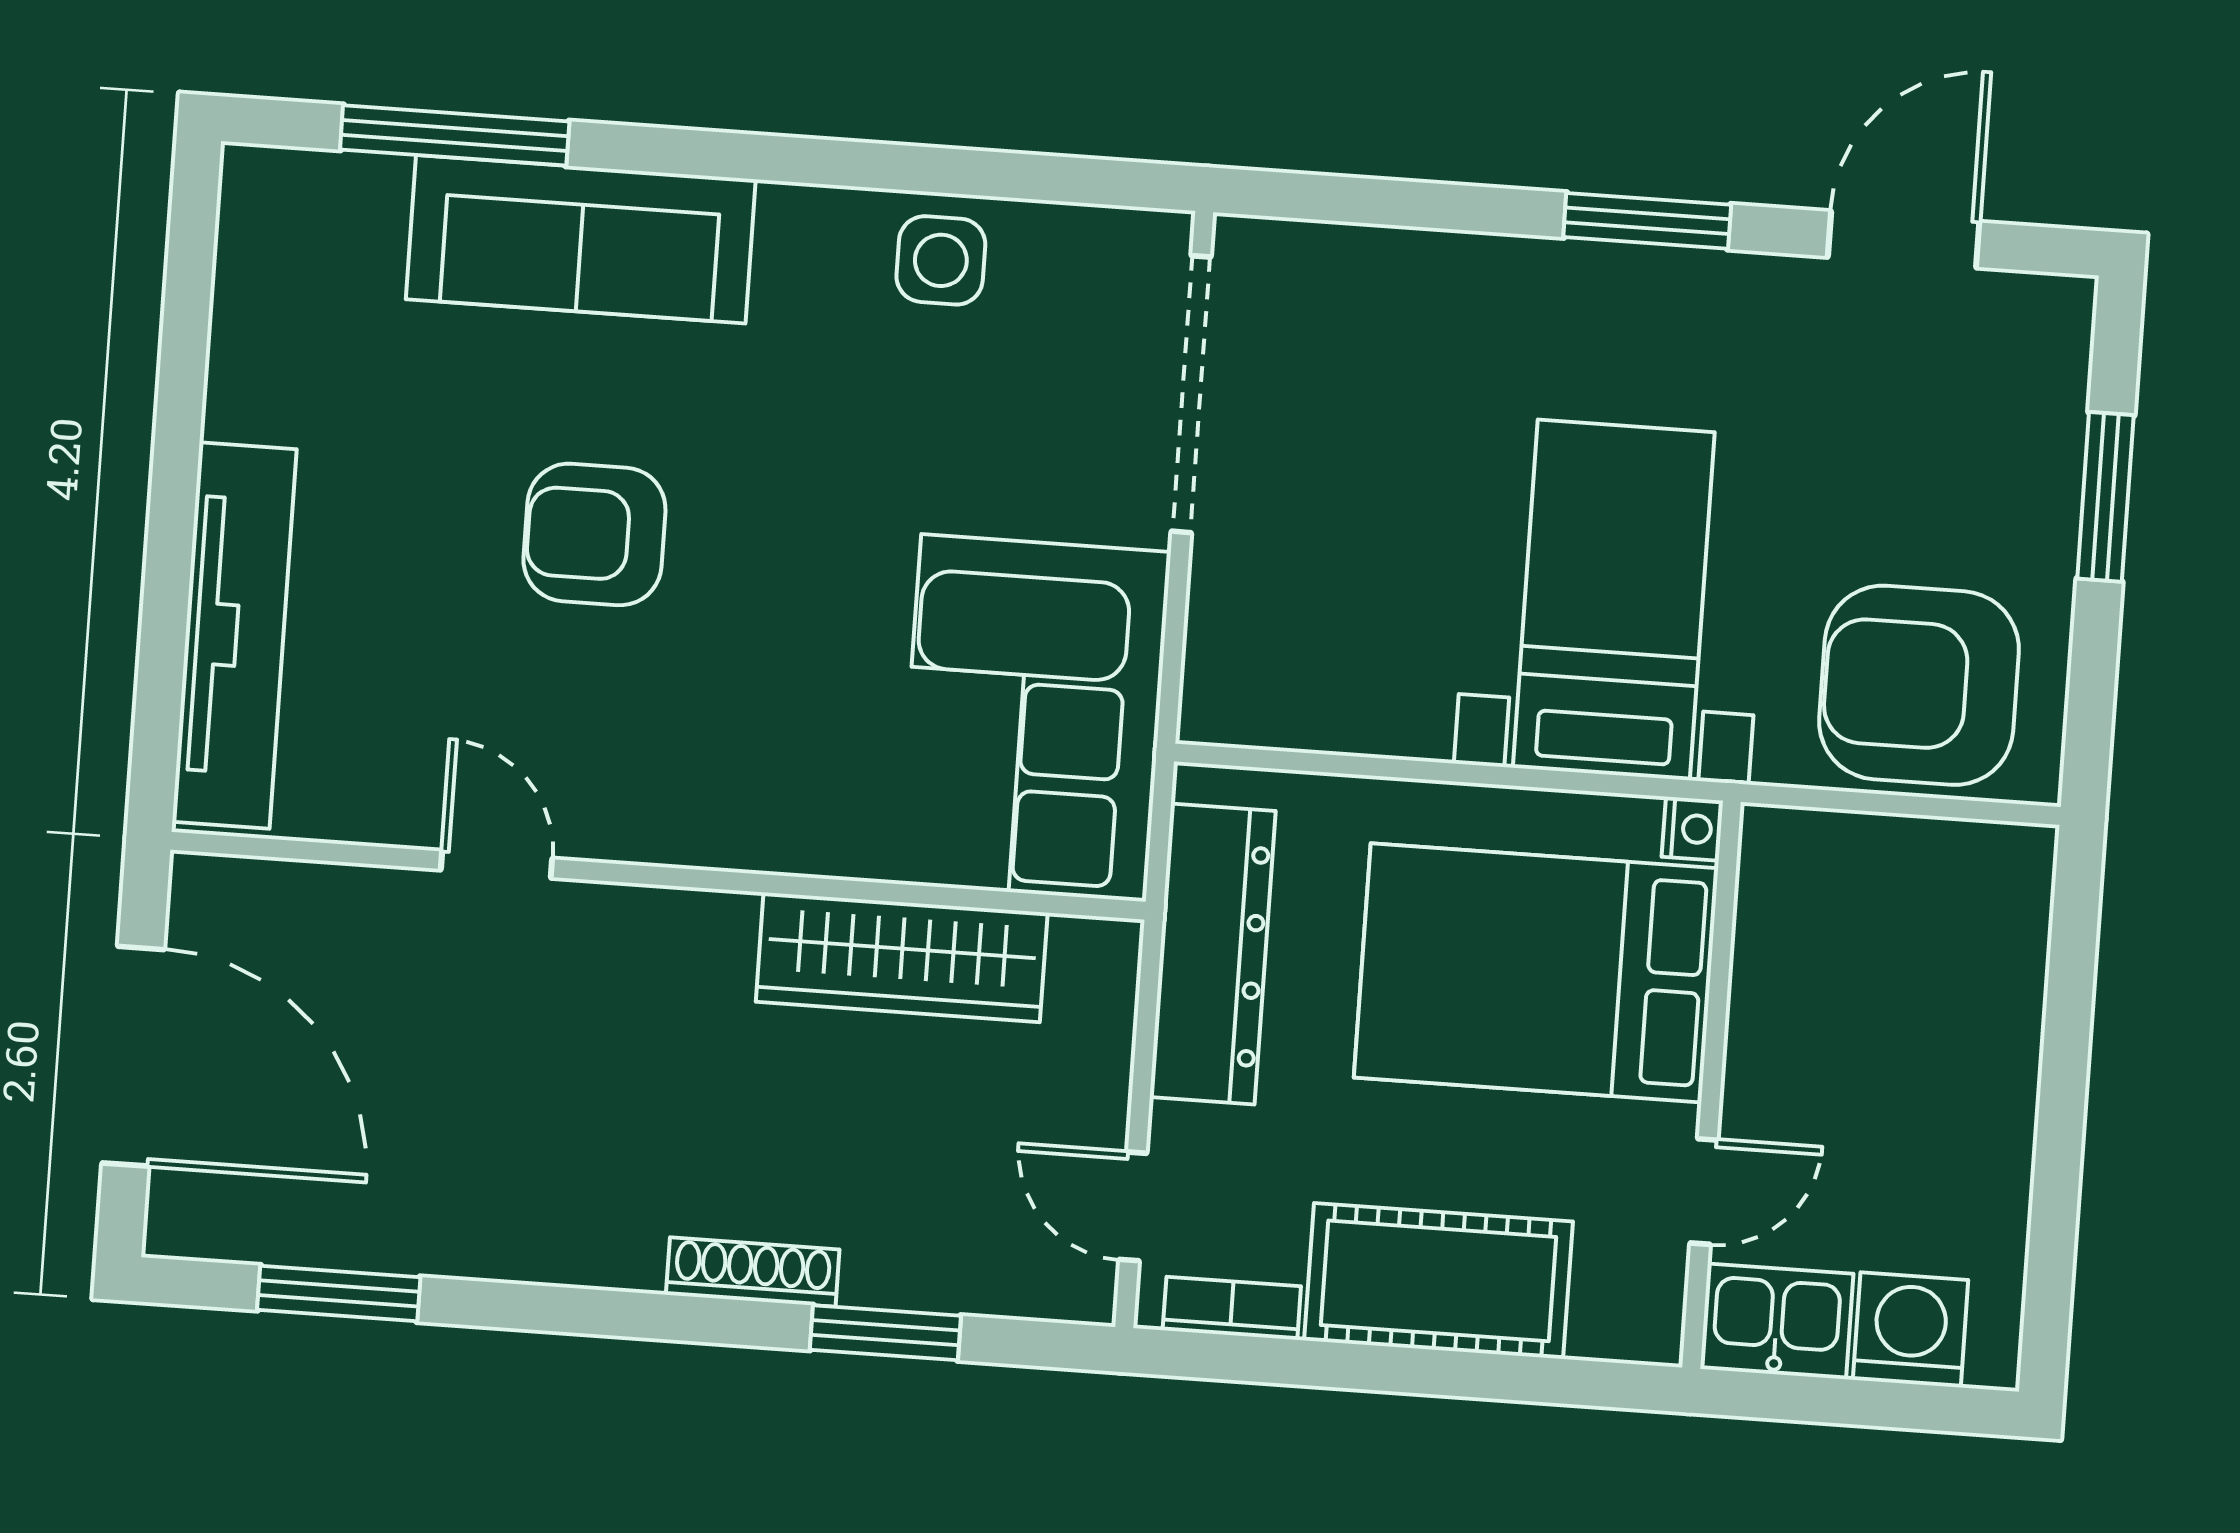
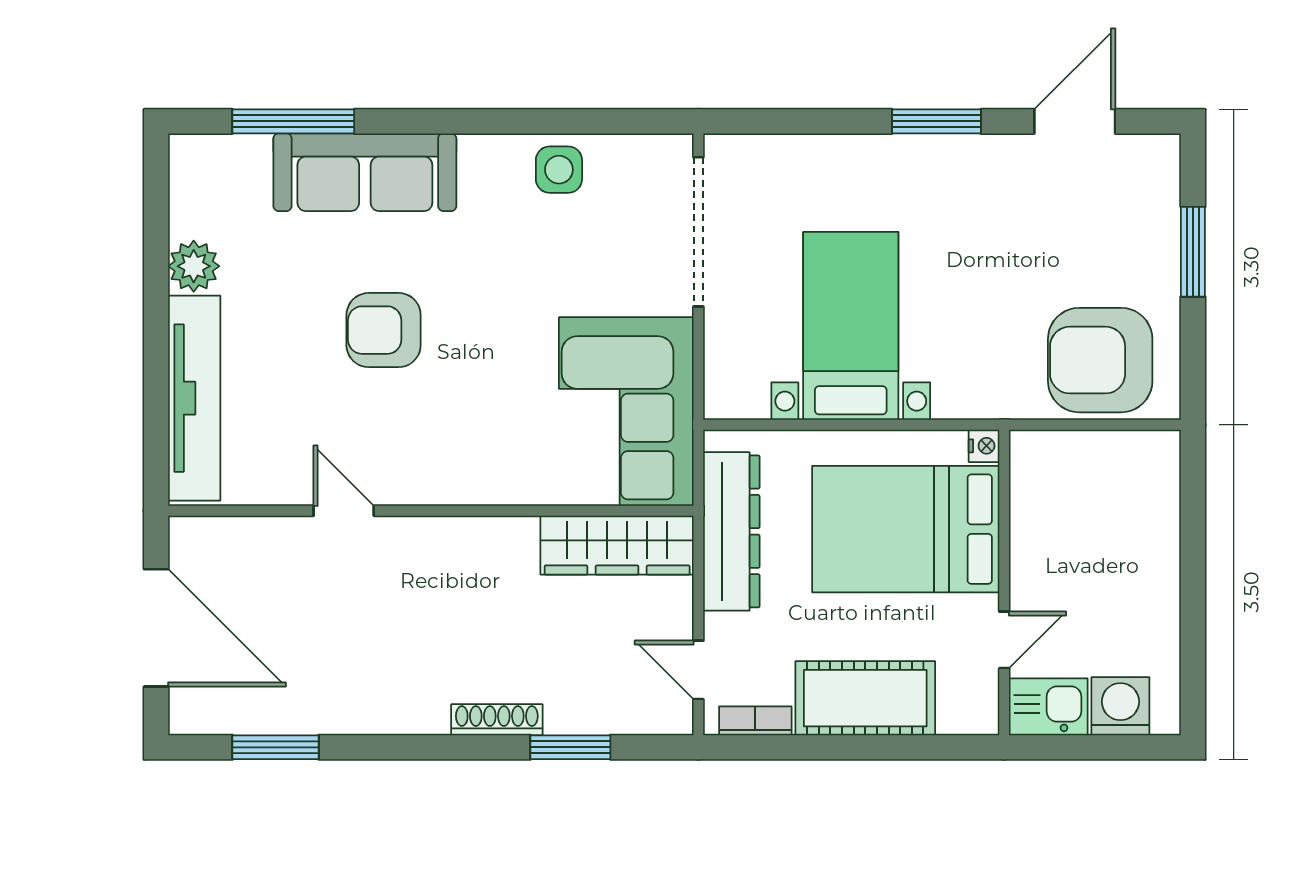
plant: (251, 391) -> (194, 266), added
bed with nightstands: (1614, 600) -> (851, 326), moved
wardrobe: (902, 957) -> (617, 545), moved

